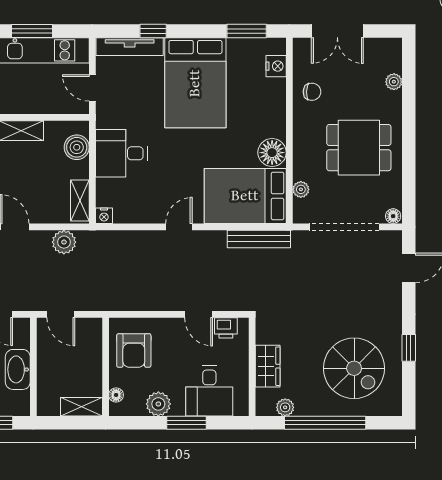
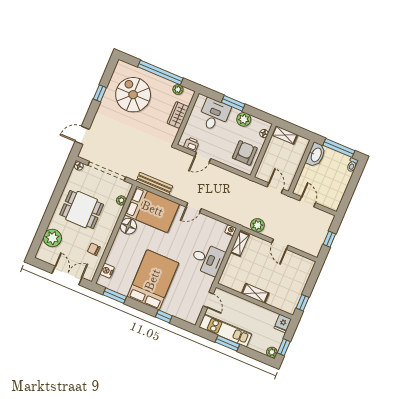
tv unit: (130, 47) -> (180, 313), removed
plant: (394, 82) -> (52, 238), width x1.88, depth x1.88
boiler: (77, 147) -> (230, 272), removed
door: (199, 314) -> (203, 157), swing flipped
washbasin: (18, 369) -> (316, 155), moved

